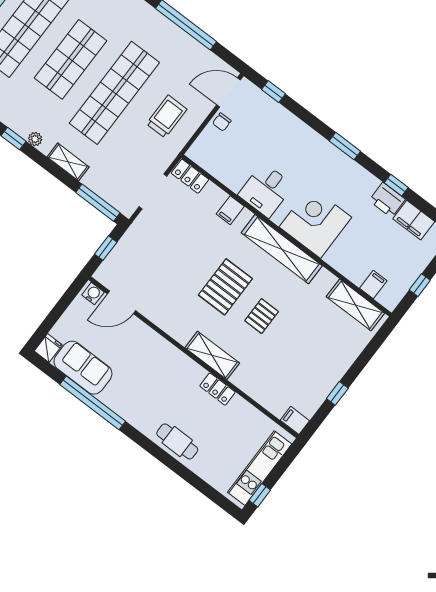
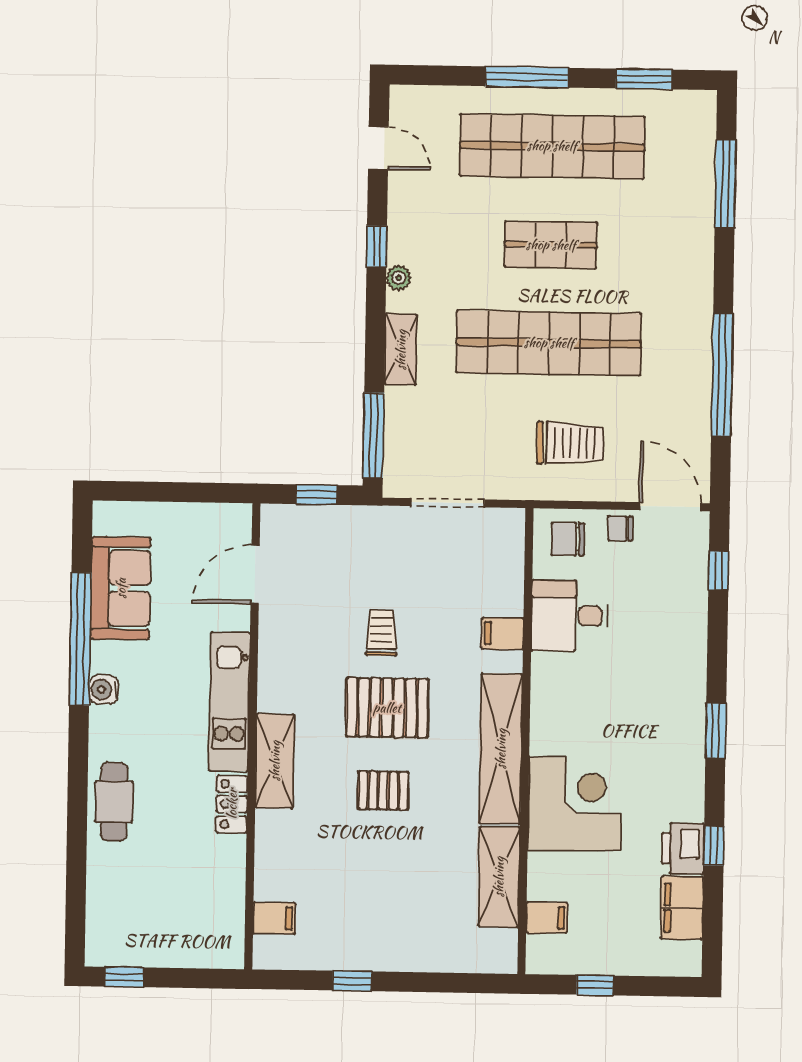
shop shelf: (70, 59) -> (551, 245), width x0.70, depth x0.74
chair: (209, 149) -> (568, 539), added
locker: (190, 176) -> (509, 540), removed
desk: (266, 190) -> (570, 616), moved
corner desk: (315, 222) -> (575, 804), moved
trolley: (190, 265) -> (381, 633), added
water cooler: (93, 294) -> (104, 690), moved, turned 180
door: (121, 302) -> (255, 574), hinge flipped
shelving: (355, 305) -> (499, 877), moved
fridge: (48, 348) -> (112, 518), removed
filing cabinet: (295, 420) -> (274, 918), moved, turned 90
kitchen unit: (260, 468) -> (229, 702), moved, turned -90

